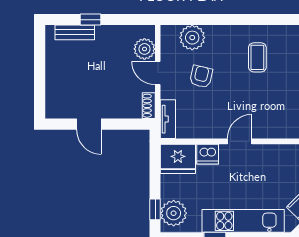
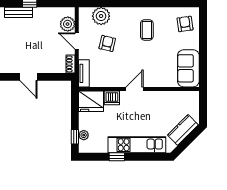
plant: (174, 213) -> (84, 135), width x0.53, depth x0.53

